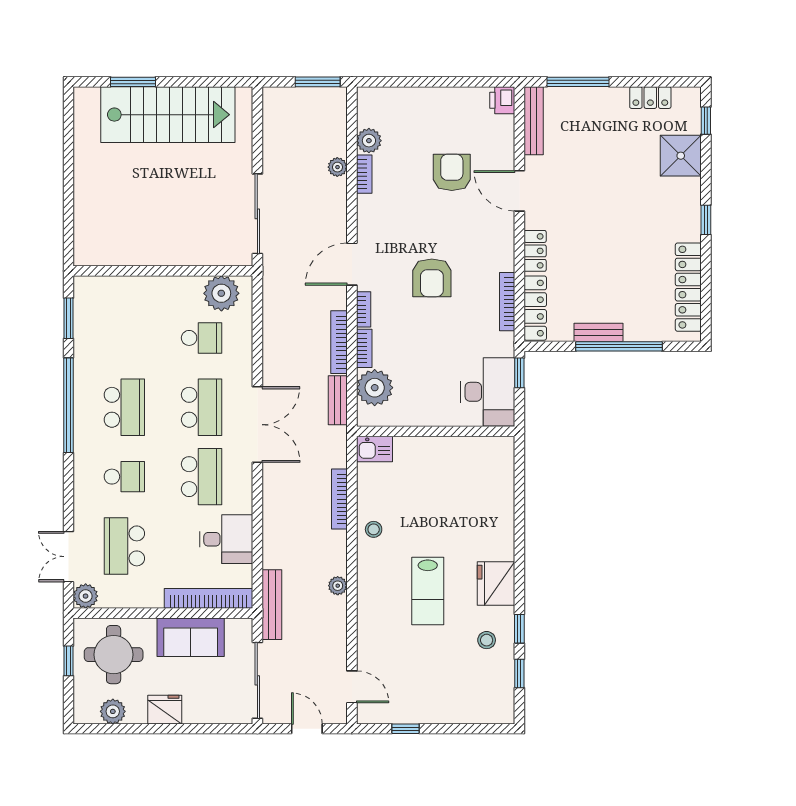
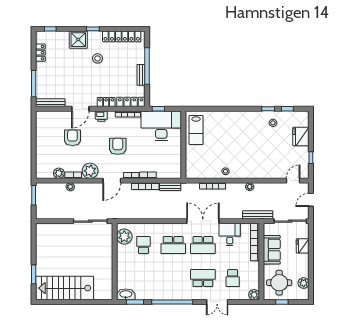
printer: (502, 100) -> (101, 116), moved
stairs: (168, 115) -> (65, 288), moved, turned -90
shower: (681, 156) -> (78, 40), moved
armchair: (452, 172) -> (72, 138), turned 90
stool: (637, 231) -> (97, 58), added
door: (352, 264) -> (112, 181), hinge flipped
armchair: (432, 278) -> (118, 146), turned -90
washbasin: (86, 297) -> (126, 294), added
plant: (375, 388) -> (90, 171), moved
desk: (488, 392) -> (161, 126), width x1.36, depth x1.30
school desk: (124, 407) -> (173, 278), removed
school desk: (202, 407) -> (173, 245), turned 180
double door: (257, 425) -> (203, 221), moved
kitchen sink: (374, 449) -> (191, 171), removed
school desk: (124, 477) -> (203, 278), width x1.85
school desk: (202, 477) -> (203, 245), turned 180
school desk: (124, 546) -> (233, 278), width x0.54
double door: (69, 557) -> (217, 302), moved
fridge: (496, 584) -> (301, 137), moved, turned 90
lab bench: (428, 591) -> (196, 130), moved, turned 90
fridge: (165, 710) -> (303, 246), moved

